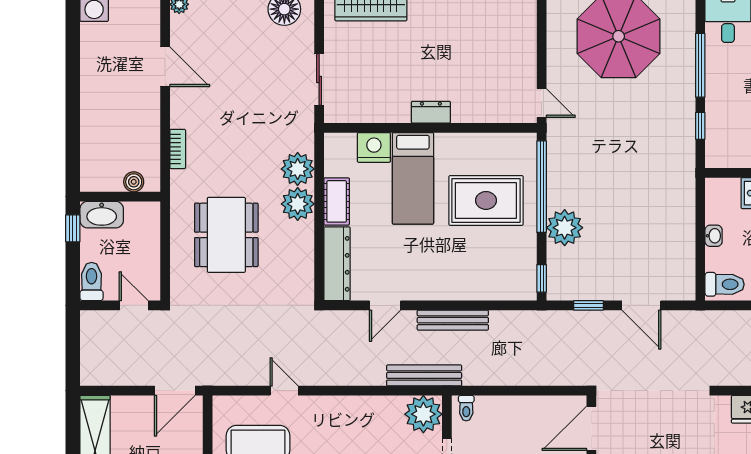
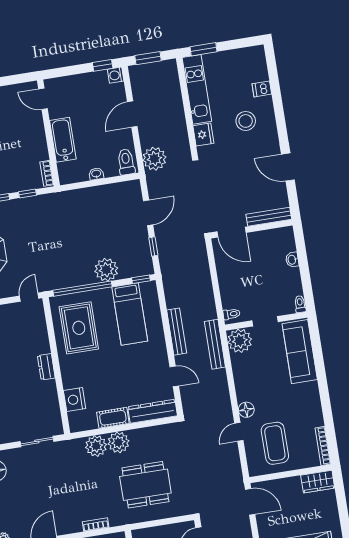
bookcase: (726, 160) -> (47, 173), added
bed: (413, 178) -> (130, 314), moved, turned 90
rug: (486, 200) -> (79, 328), moved
plant: (723, 328) -> (154, 159), added
floor lamp: (316, 407) -> (246, 410), added

